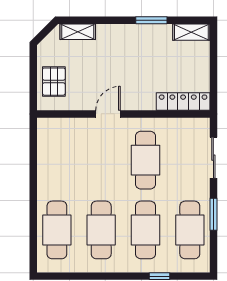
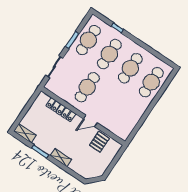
shelving: (78, 32) -> (61, 158), moved
pallet: (54, 82) -> (99, 142), moved
locker: (183, 102) -> (61, 110), moved

